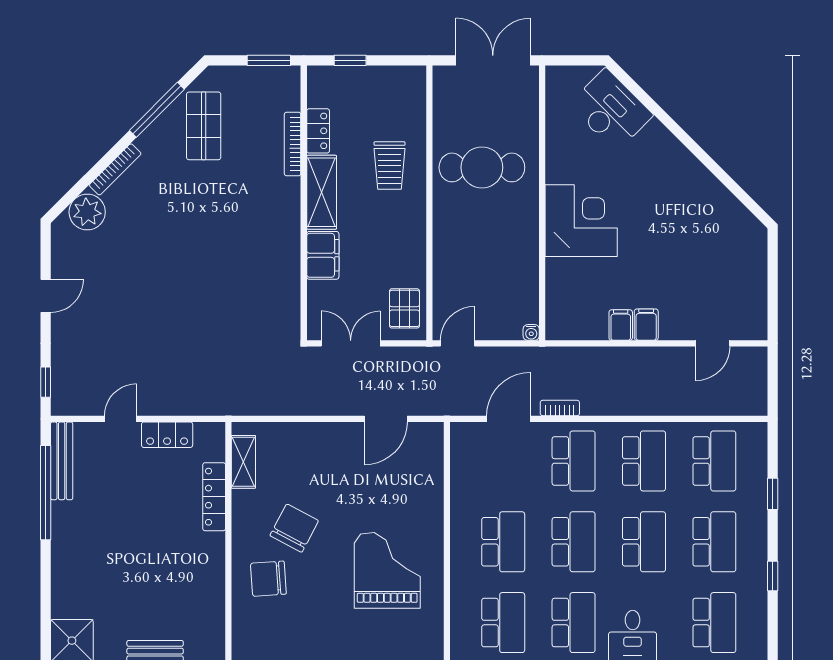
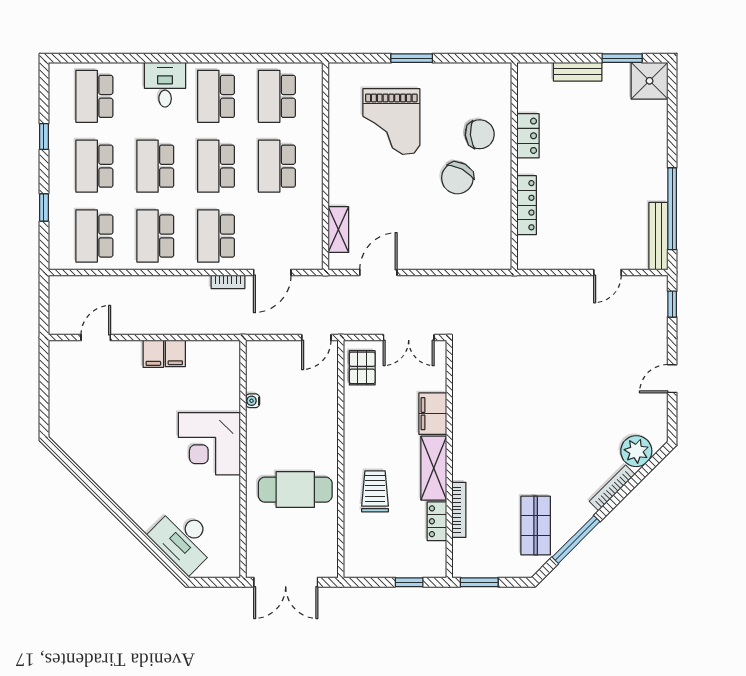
water cooler: (531, 332) -> (253, 401), moved, turned -90
locker: (167, 435) -> (528, 136), moved, turned 90
shelving: (243, 462) -> (338, 230), moved
grand piano: (387, 570) -> (391, 122), moved

